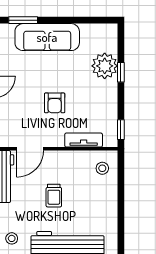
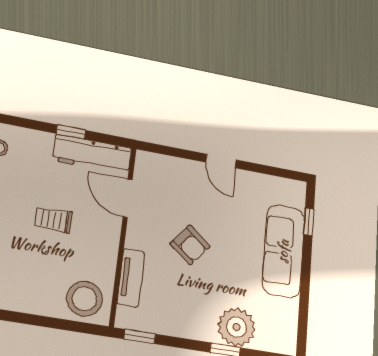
window: (23, 20) -> (309, 222), width x0.67
armchair: (55, 103) -> (190, 245), turned -141
stool: (102, 168) -> (85, 299), width x1.89, depth x1.89

